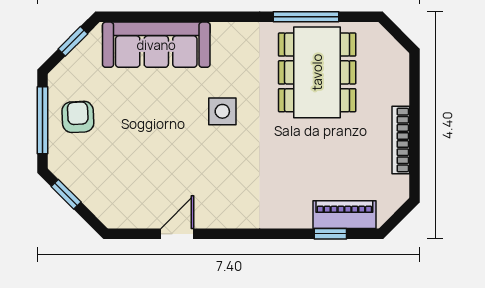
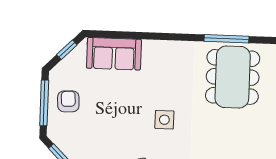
sofa: (156, 45) -> (114, 54), width x0.73
side table: (222, 111) -> (164, 120), moved

